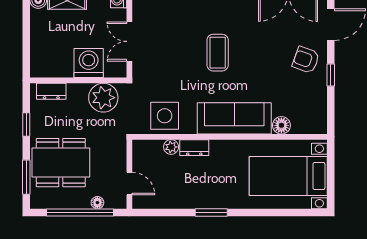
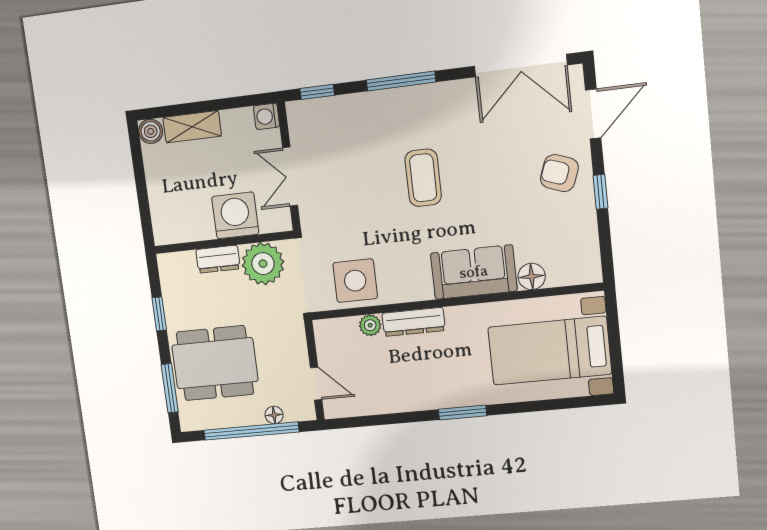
dresser: (51, 91) -> (218, 259), moved
sofa: (234, 118) -> (474, 272), width x0.73
dresser: (194, 148) -> (414, 322), width x1.44
window: (211, 213) -> (462, 412), moved

